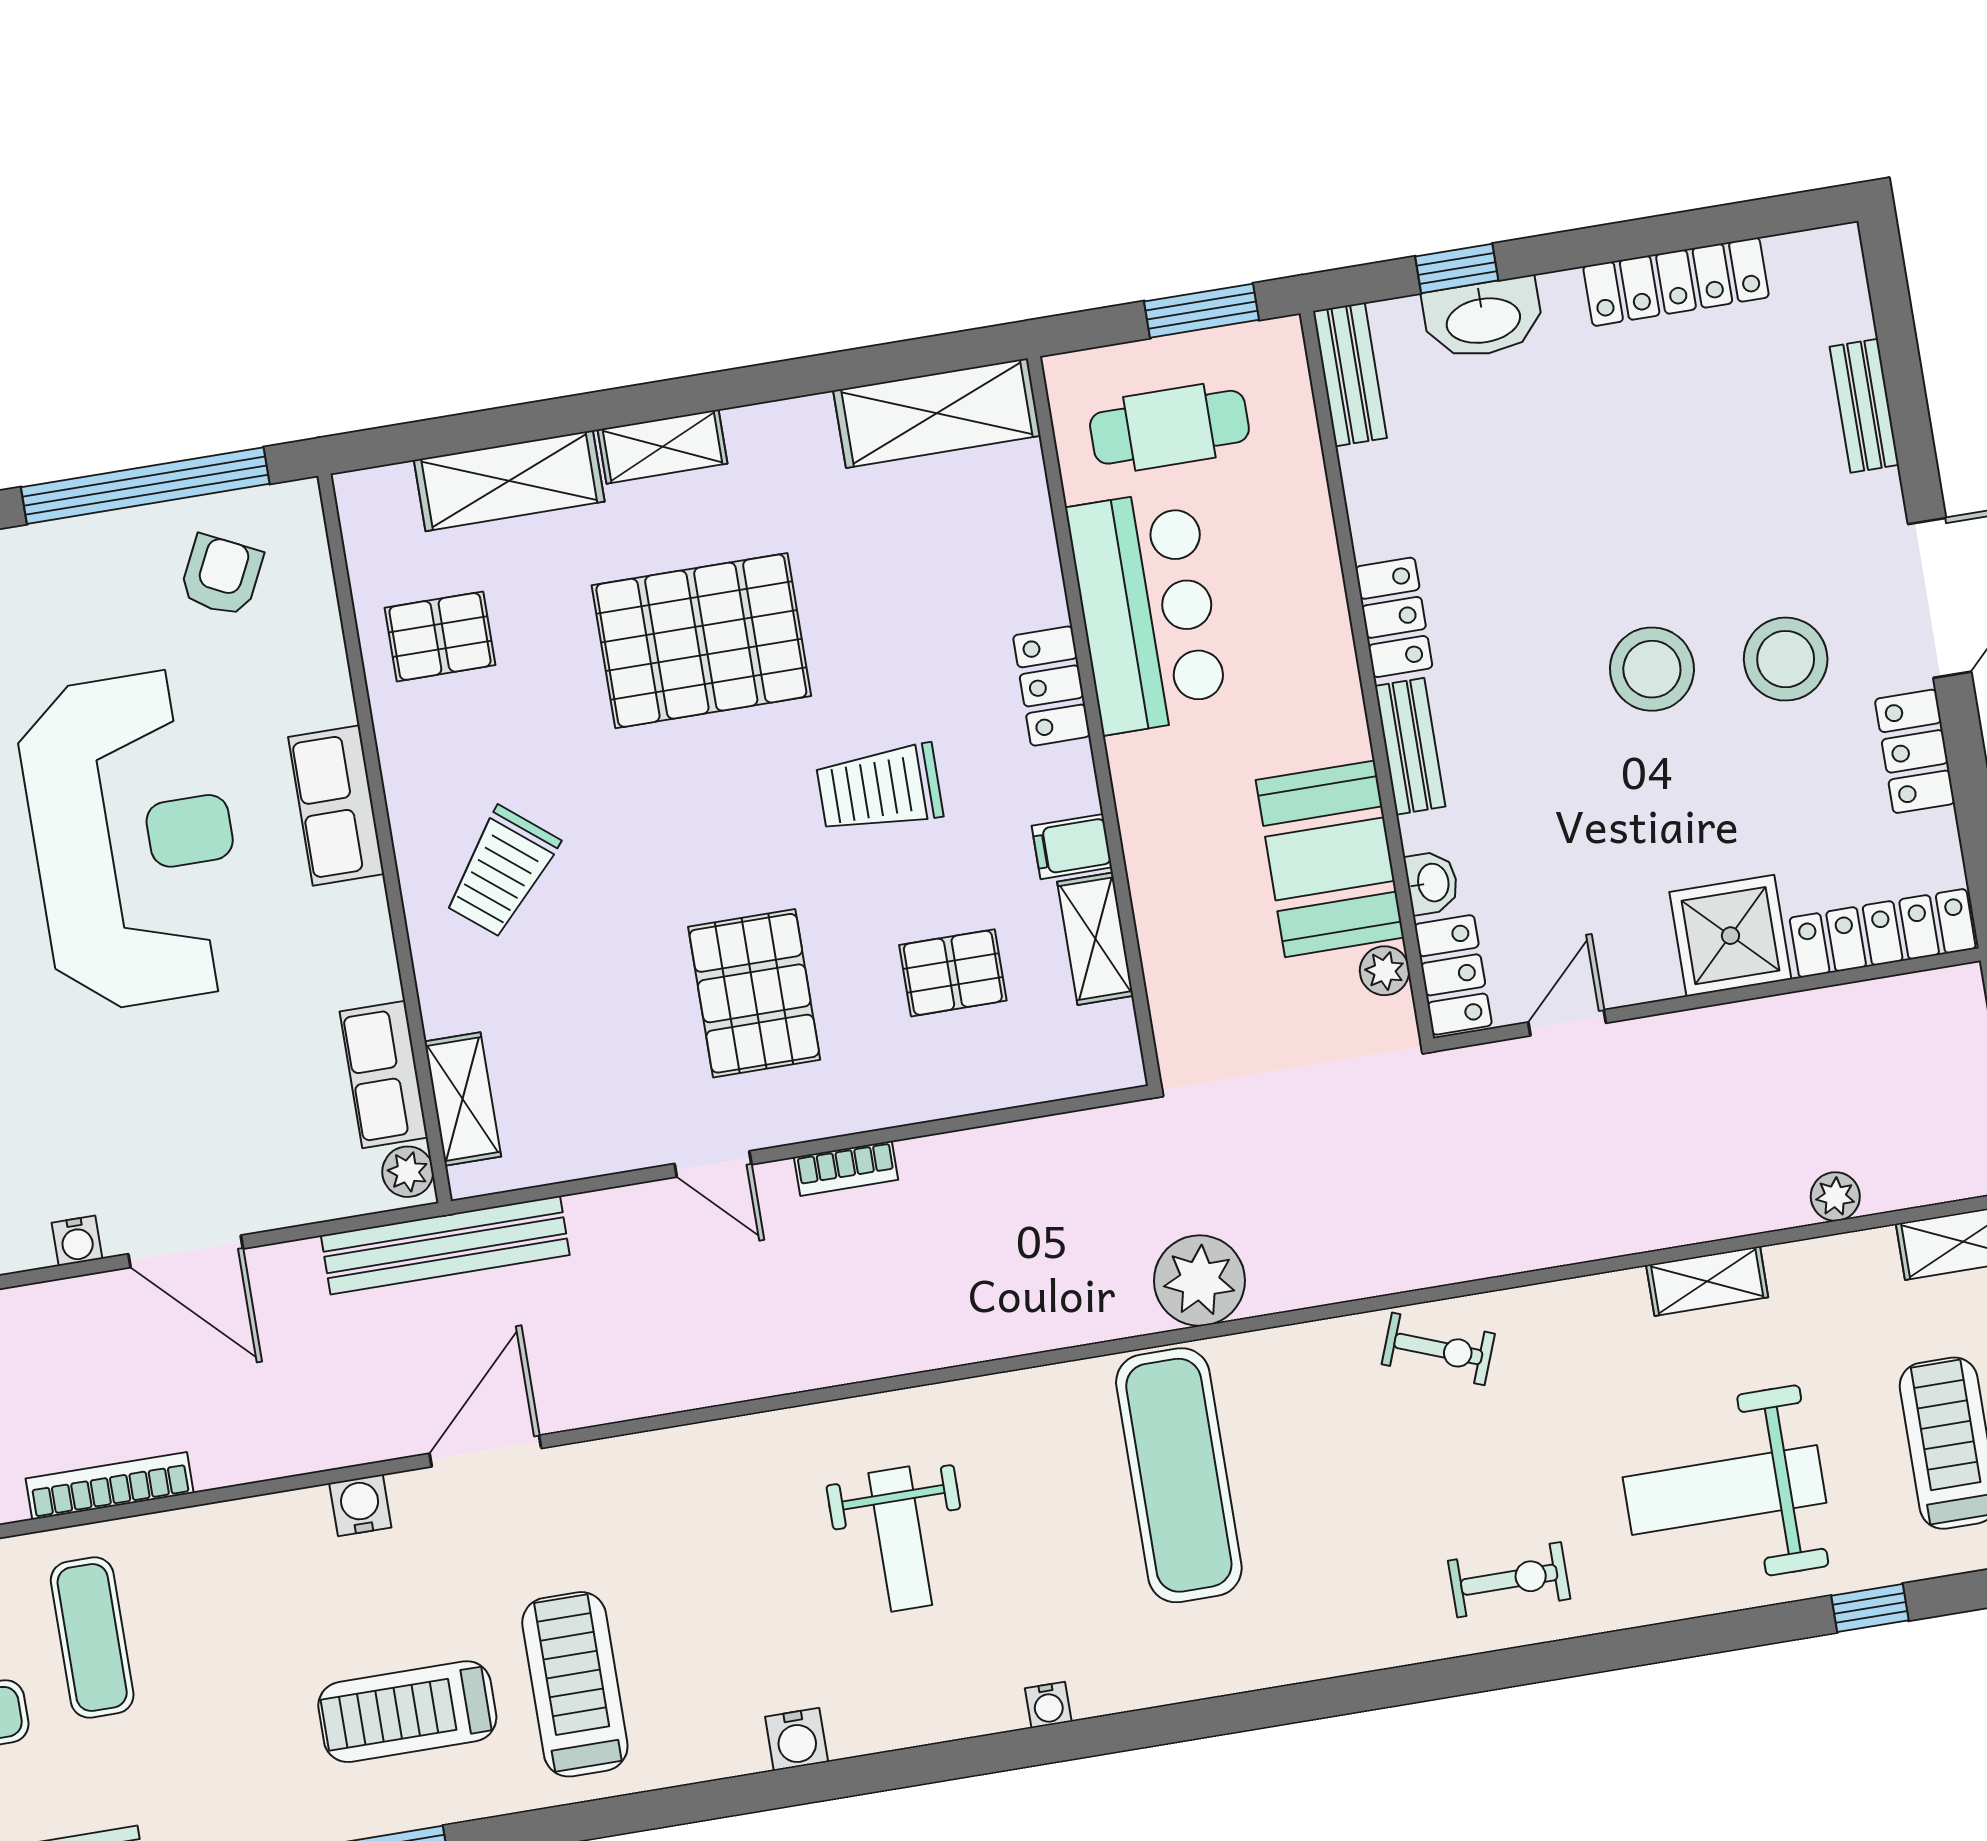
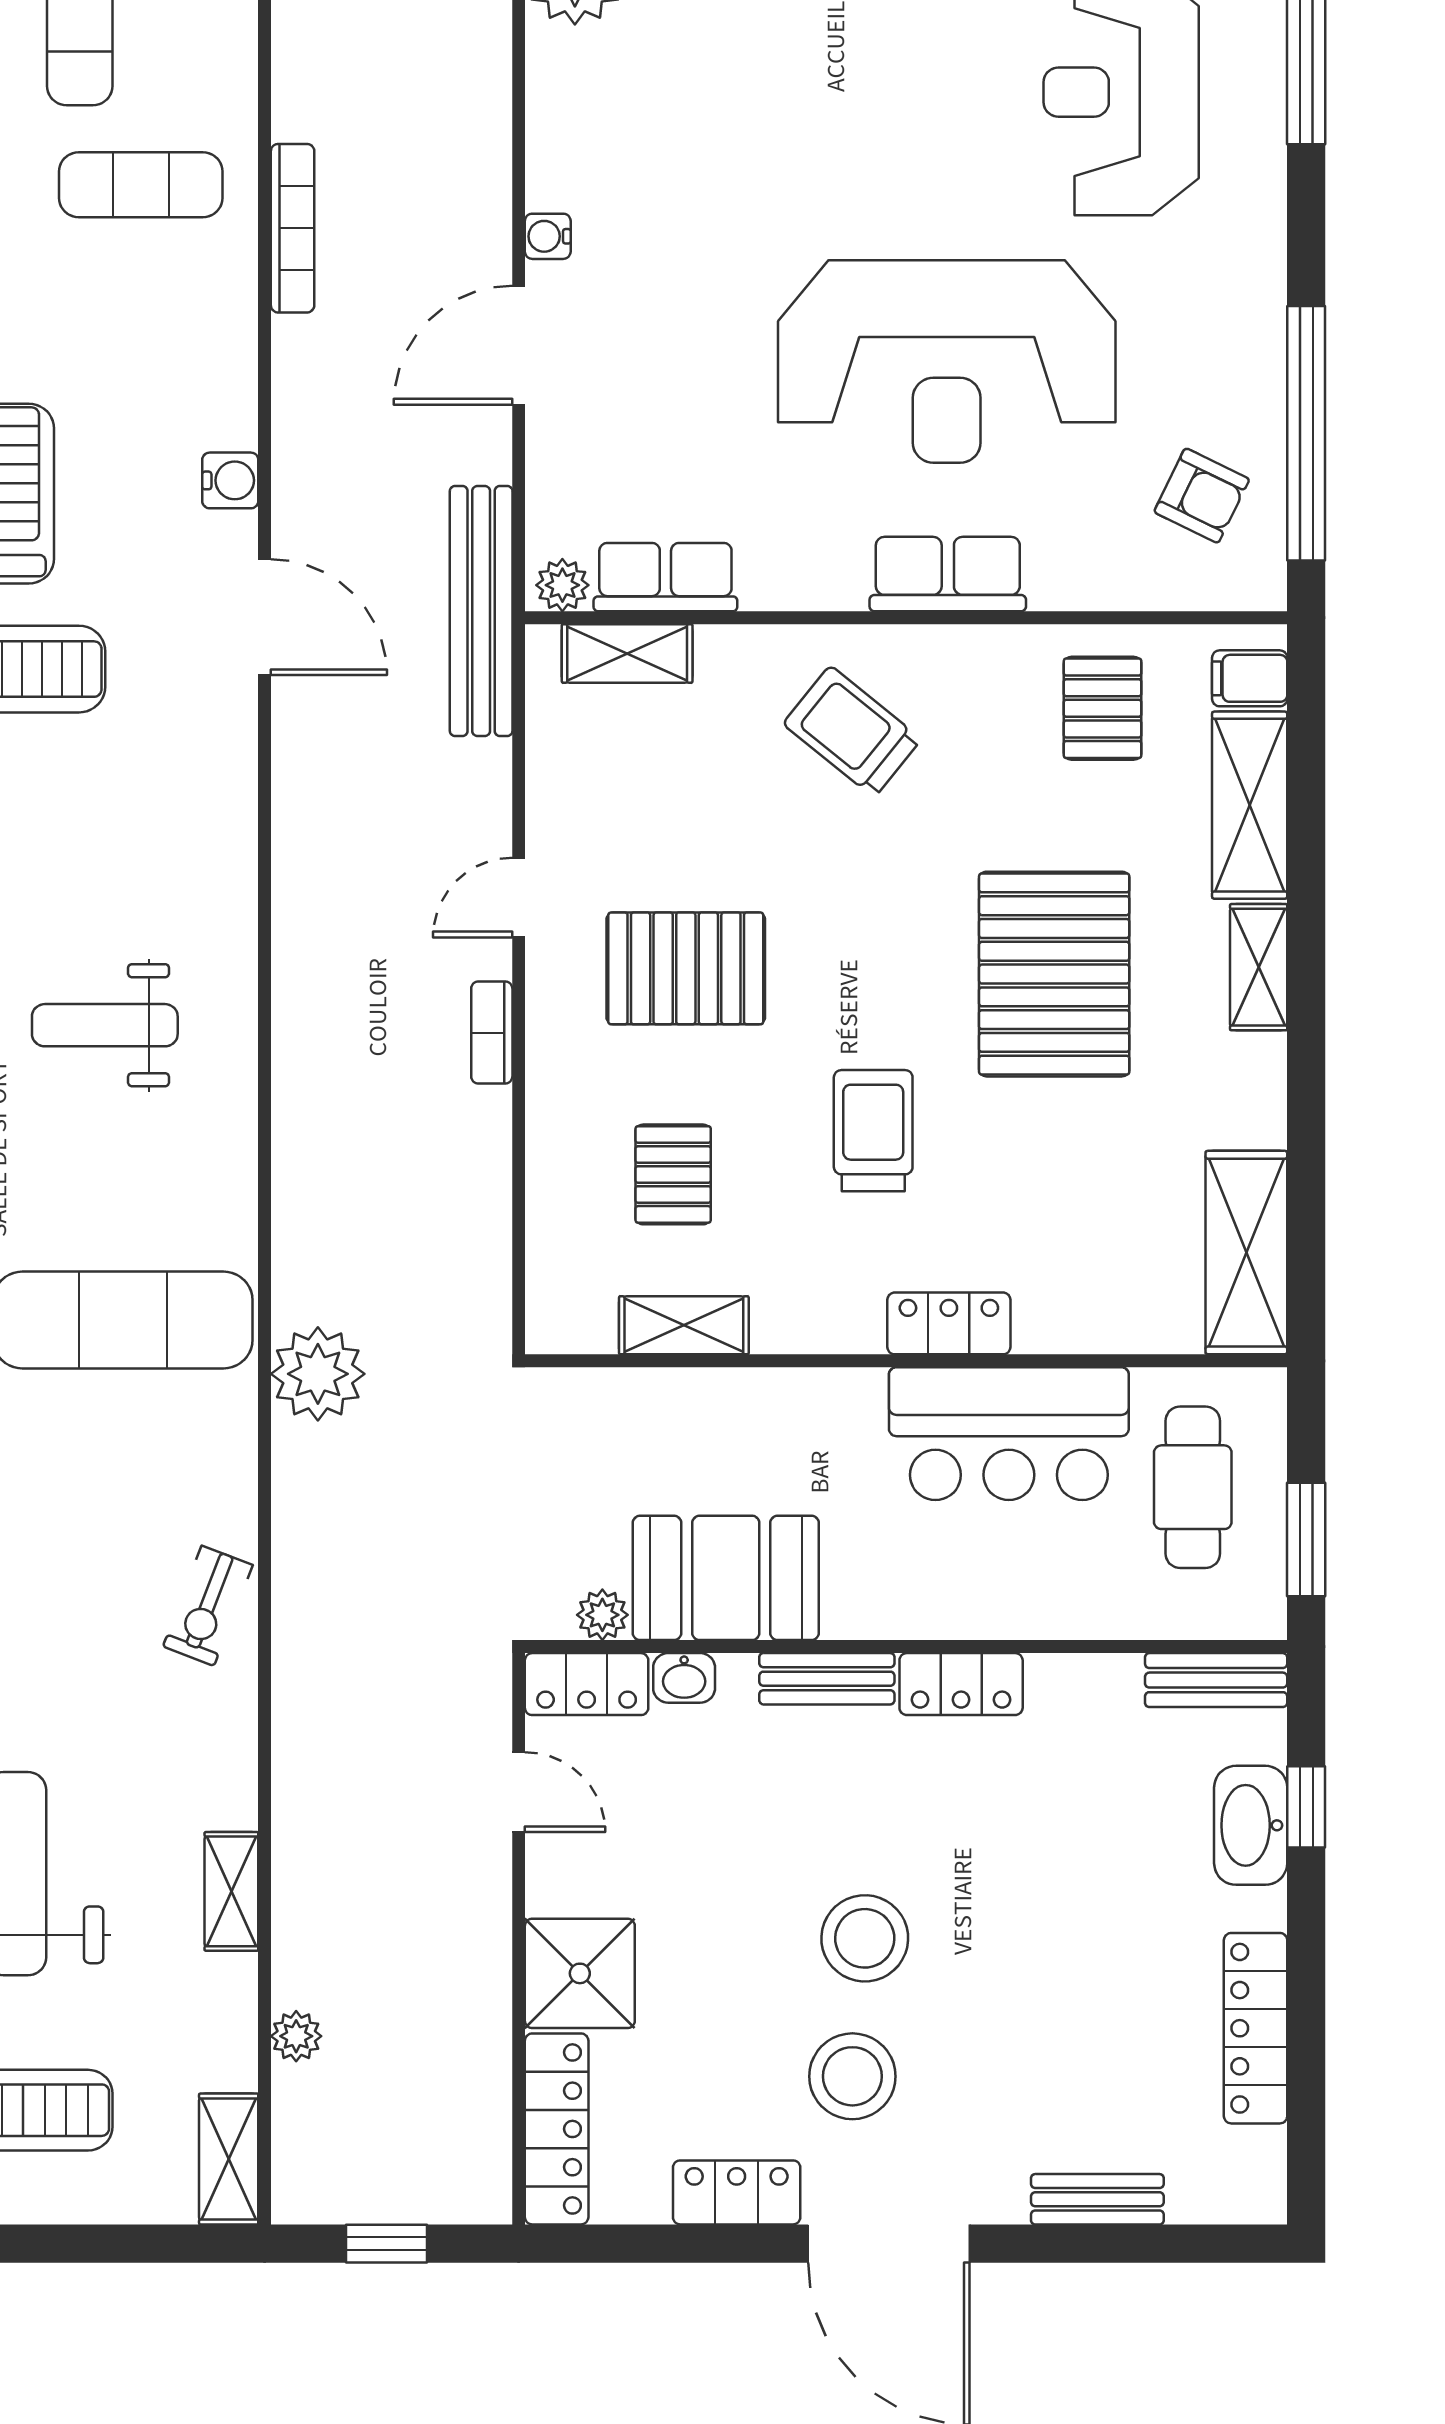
filing cabinet: (1072, 847) -> (1250, 678), moved, turned -90

